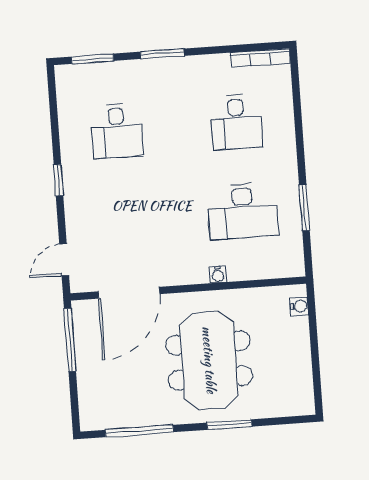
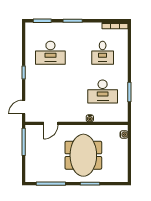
desk: (117, 131) -> (50, 53), width x1.37
door: (129, 293) -> (51, 123), width x0.53

